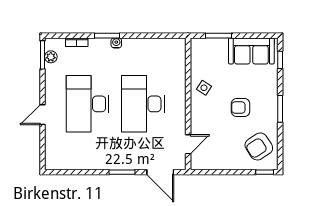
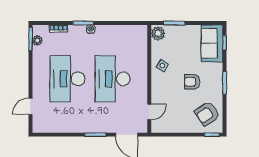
plant: (199, 48) -> (158, 34), added
sofa: (251, 51) -> (212, 43), moved, turned 90
door: (42, 115) -> (30, 106), moved

